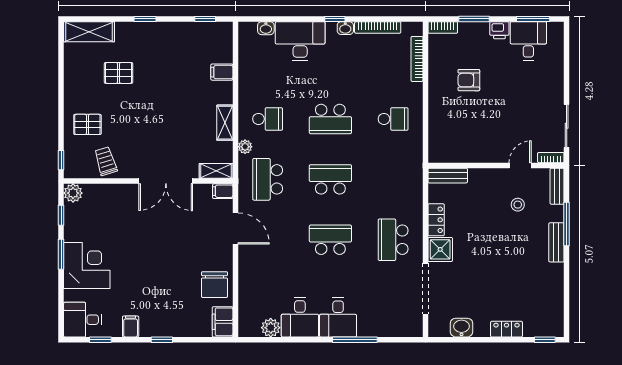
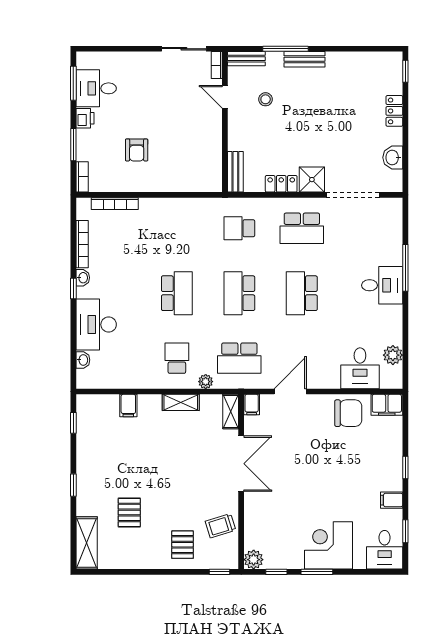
school desk: (393, 119) -> (239, 228), moved, turned -90
desk: (300, 317) -> (360, 368), moved, turned 90

